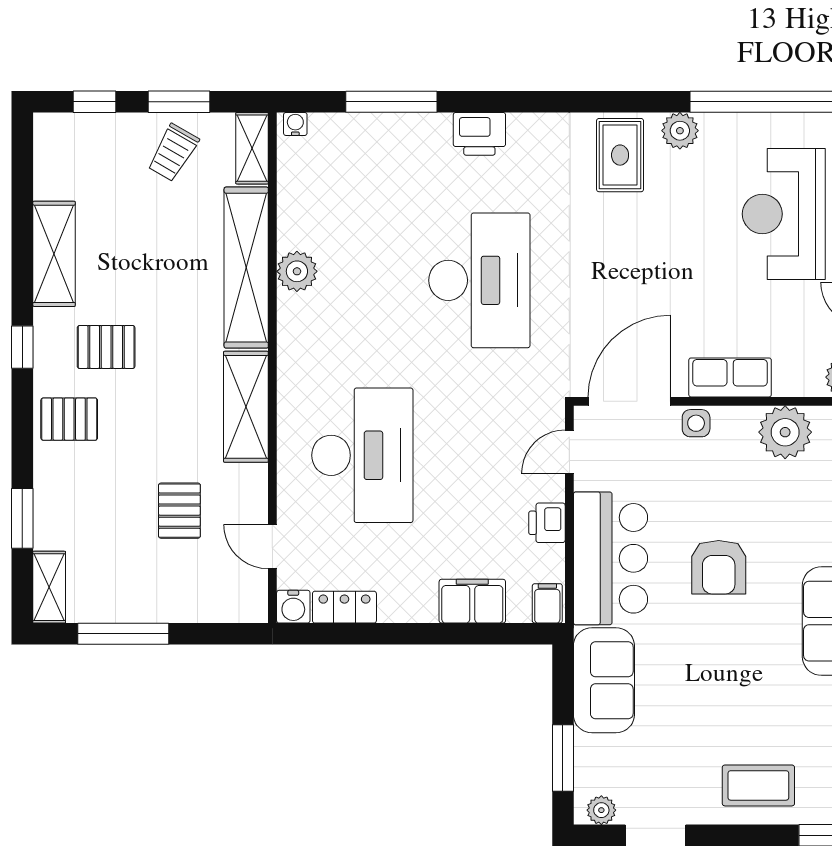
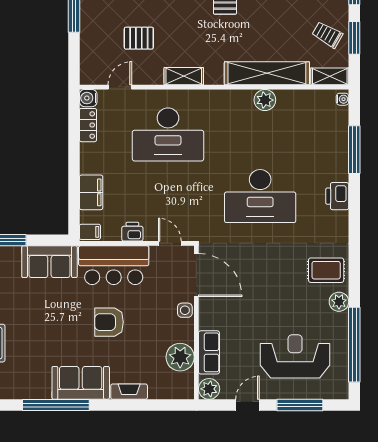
row of seats: (730, 377) -> (209, 352), moved
shelving: (246, 407) -> (184, 76), width x0.67, depth x0.75

